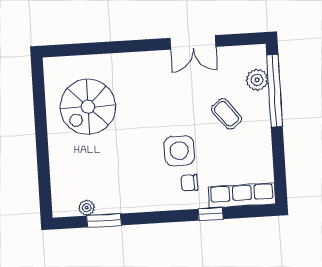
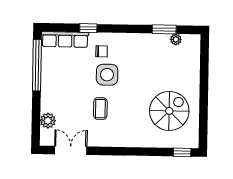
double door: (193, 42) -> (71, 150), moved
window: (65, 50) -> (182, 152), added
window: (275, 91) -> (37, 65), moved
coffee table: (227, 114) -> (100, 109), moved, turned 38

